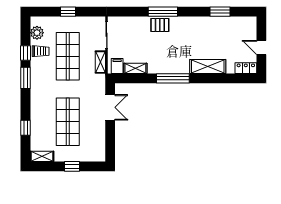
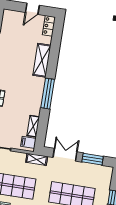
shelving: (100, 62) -> (37, 159), moved
window: (110, 138) -> (93, 159), added

